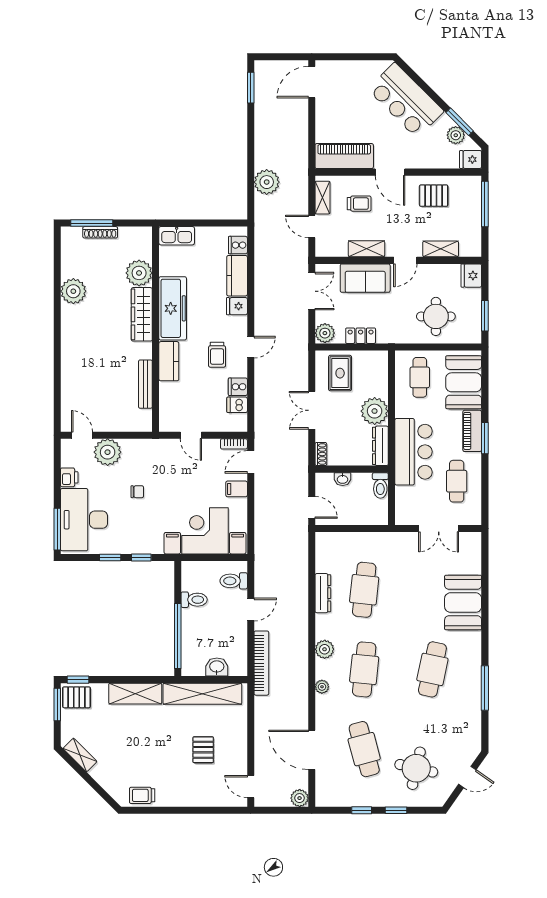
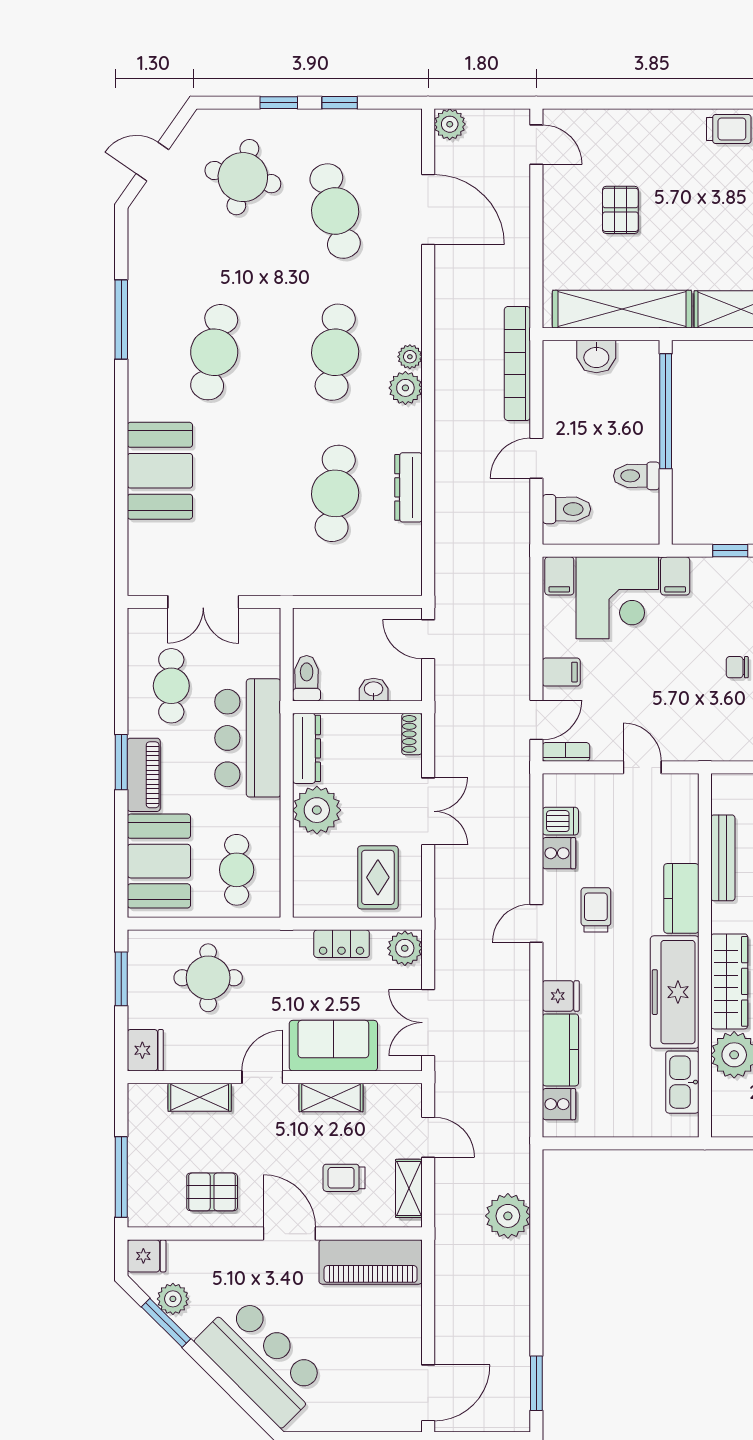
kitchen sink: (177, 236) -> (682, 1082), moved, turned -90
double door: (439, 529) -> (203, 602), swing flipped
plant: (322, 687) -> (410, 357), moved

